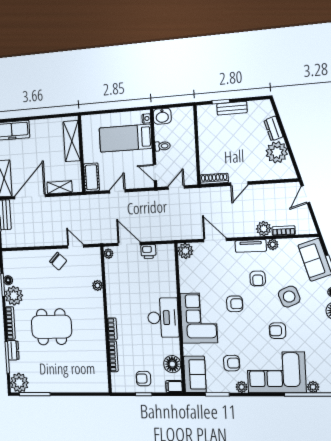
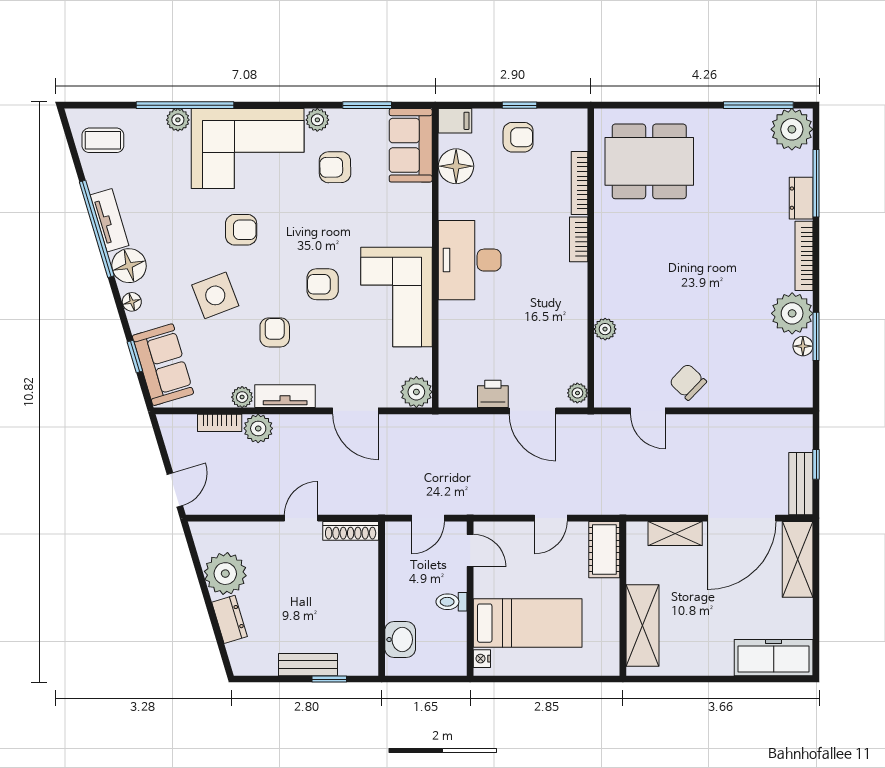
washbasin: (162, 116) -> (400, 640), moved, turned 90
corner sofa: (199, 318) -> (396, 297), moved
dining table: (51, 327) -> (649, 161), moved

